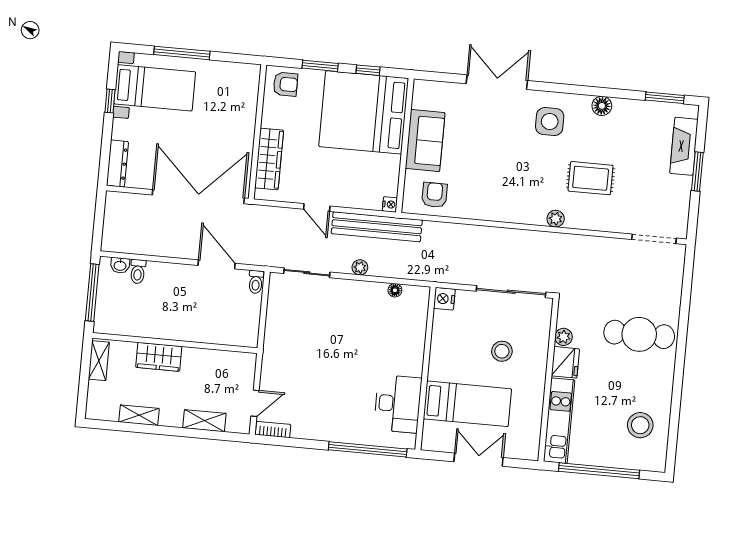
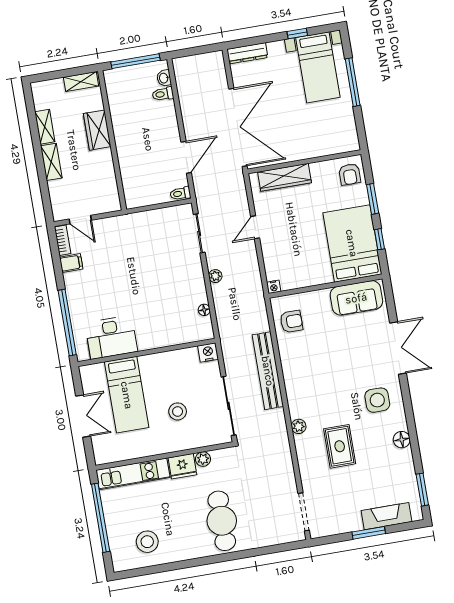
bed: (364, 112) -> (352, 243), width x0.73
sofa: (425, 141) -> (356, 298), moved
bench: (377, 227) -> (268, 371), moved
shelving: (204, 421) -> (51, 162), moved
filing cabinet: (301, 427) -> (71, 263), added

